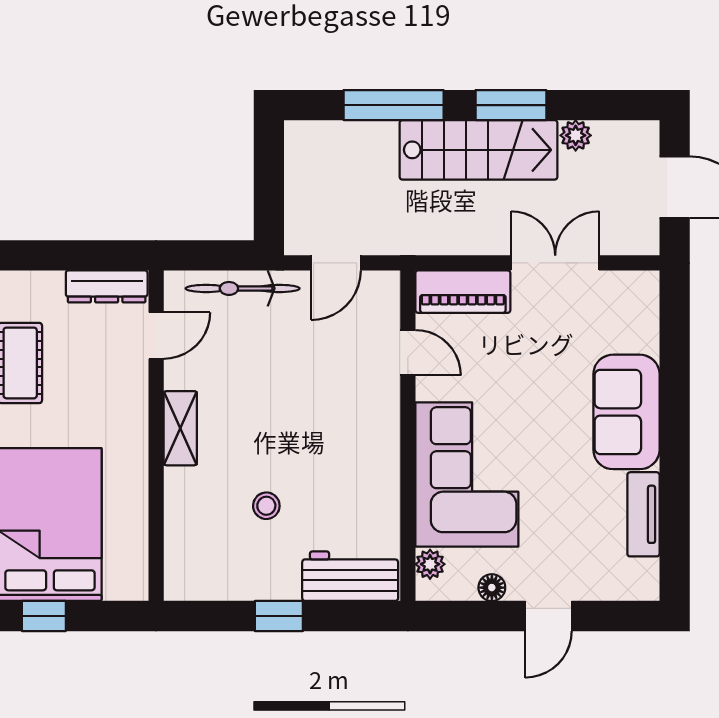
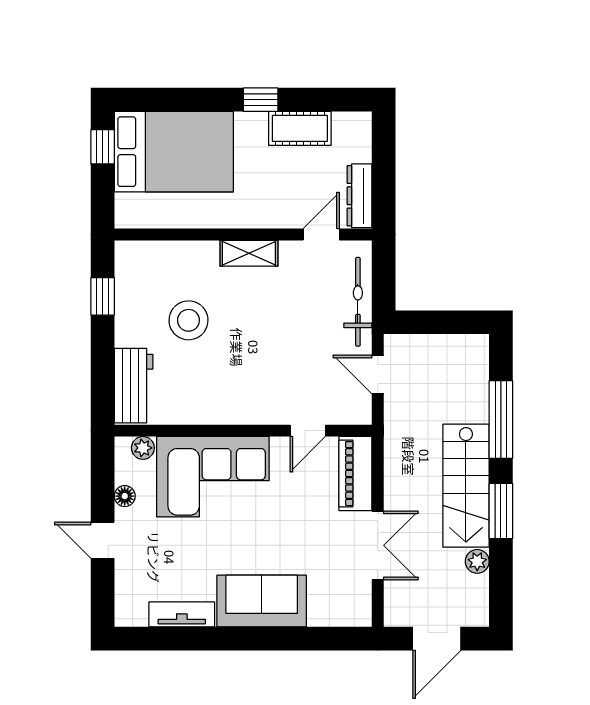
door: (156, 336) -> (321, 234), swing flipped
stool: (266, 506) -> (188, 320), width x1.89, depth x1.89
window: (279, 616) -> (103, 296), moved

